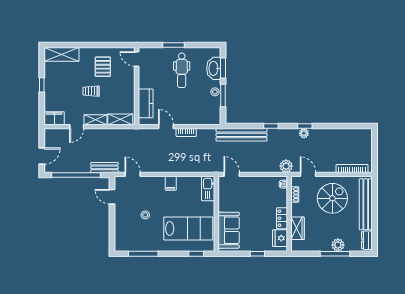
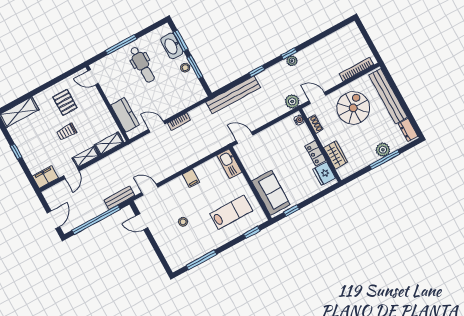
window: (173, 45) -> (121, 45), width x1.44
lab bench: (188, 228) -> (231, 212), width x0.73, depth x0.72
window: (257, 254) -> (291, 211), moved

